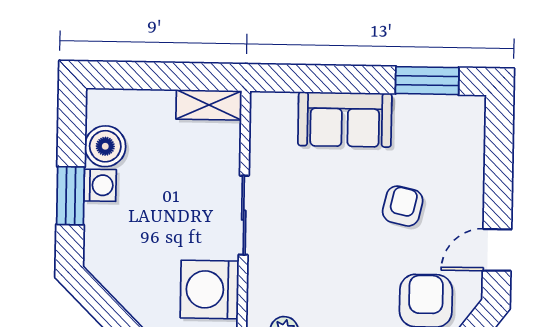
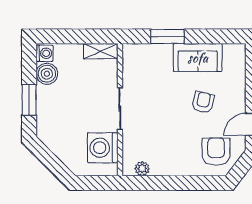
window: (427, 81) -> (168, 36), moved
sofa: (345, 119) -> (198, 58), moved
washing machine: (100, 185) -> (44, 53), moved

